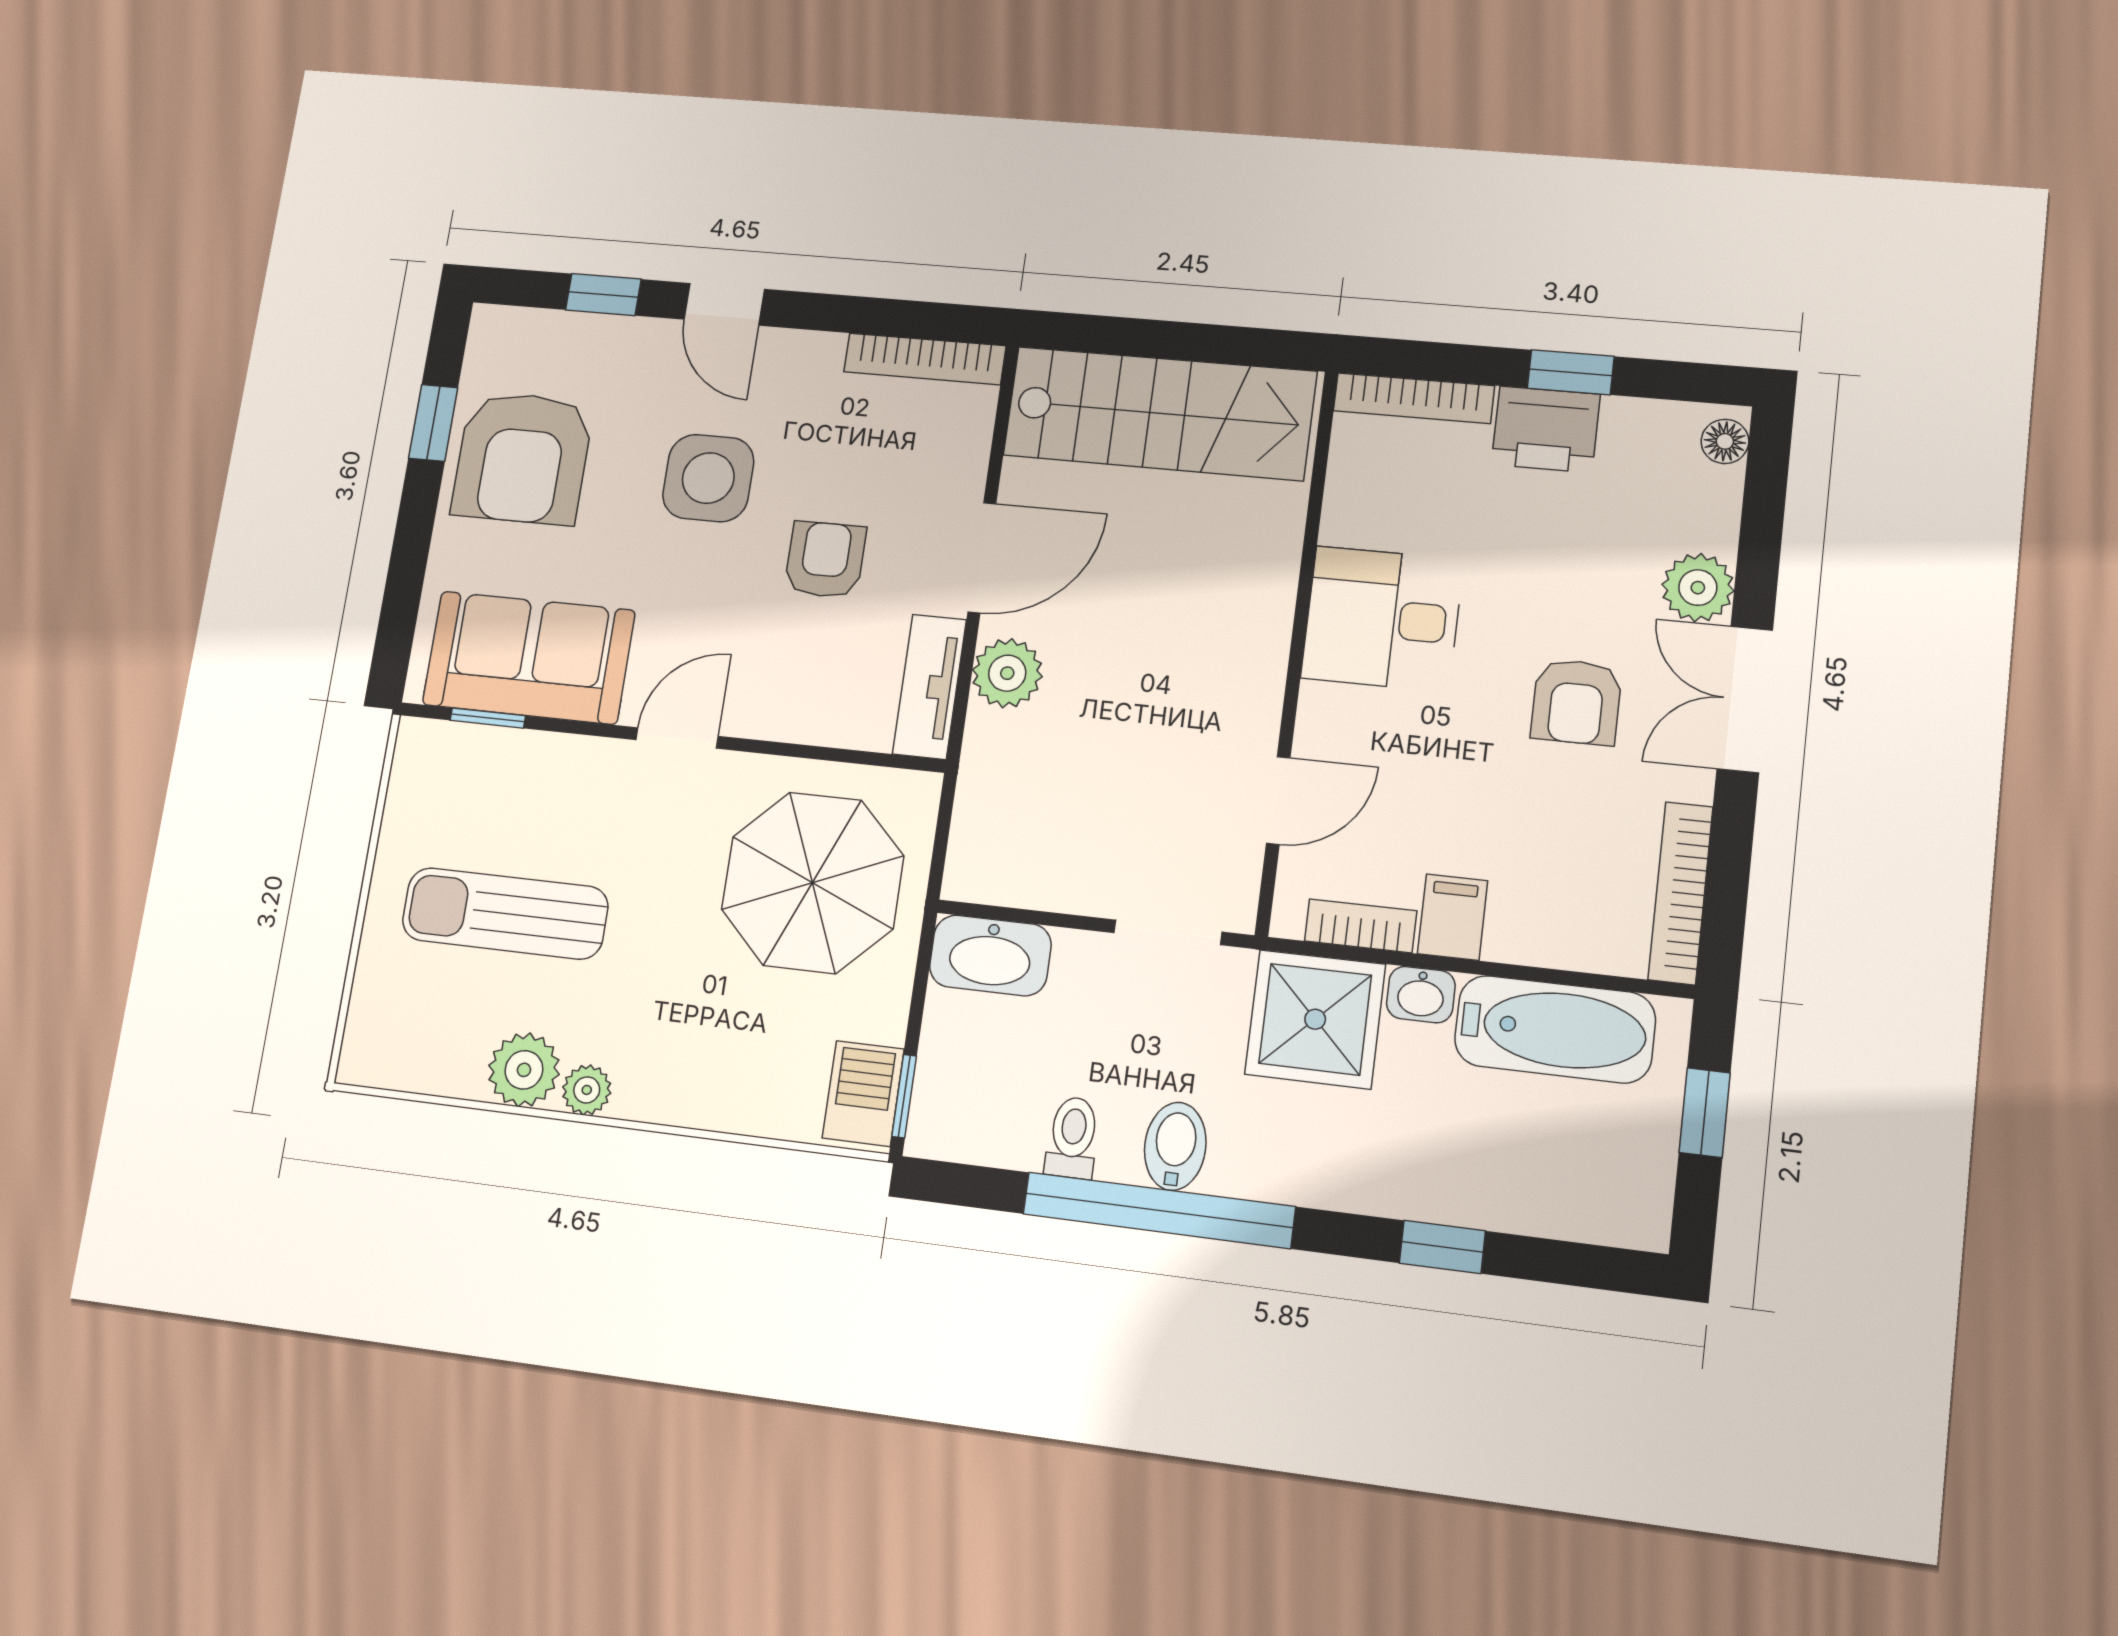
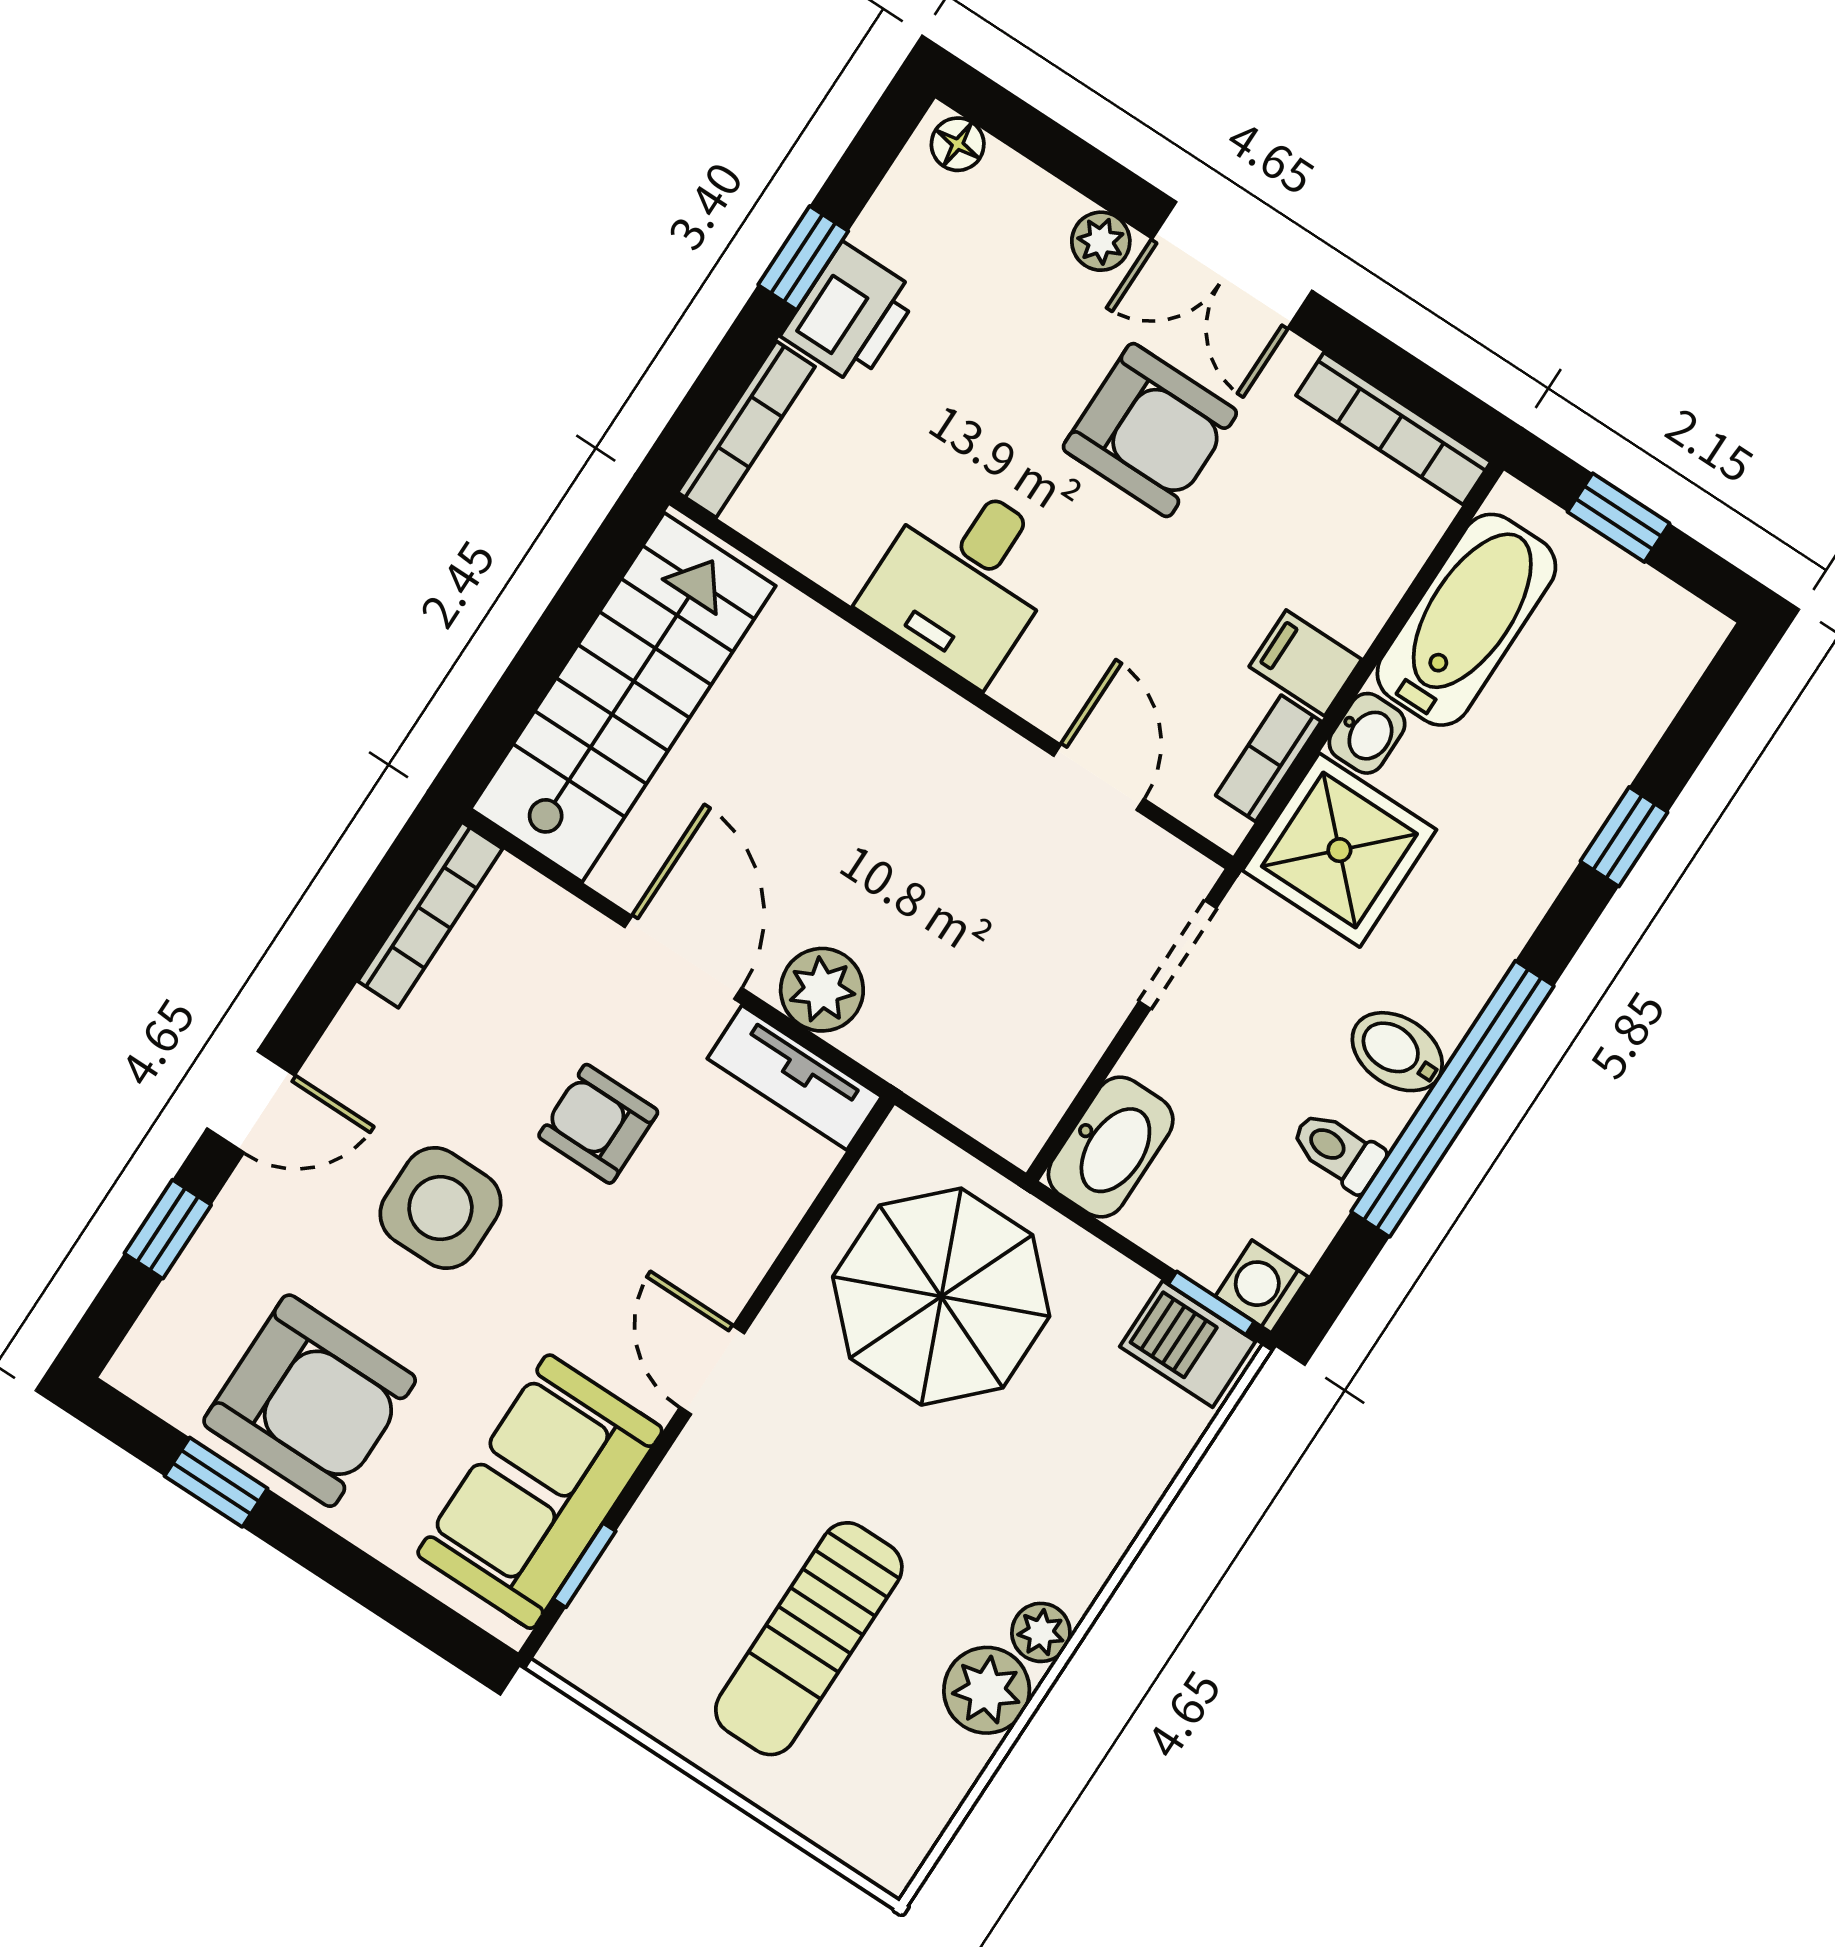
plant: (1698, 588) -> (1101, 241), width x0.73, depth x0.73
armchair: (1576, 702) -> (1150, 430), width x1.38, depth x1.38
washing machine: (936, 1130) -> (1262, 1287), added

